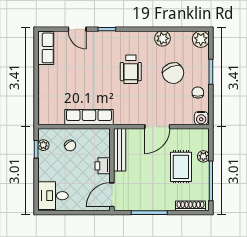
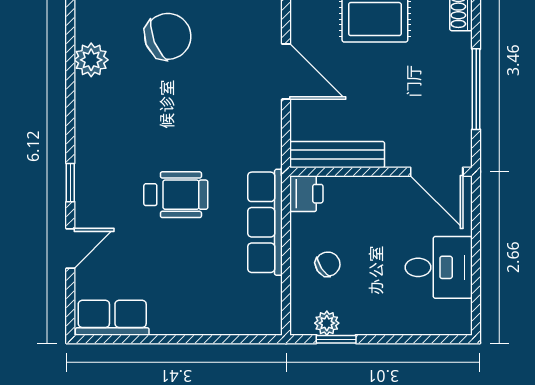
wheelchair: (131, 69) -> (176, 195), moved
printer: (103, 166) -> (306, 194), moved, turned -90
desk: (53, 196) -> (439, 267), moved, turned -90

